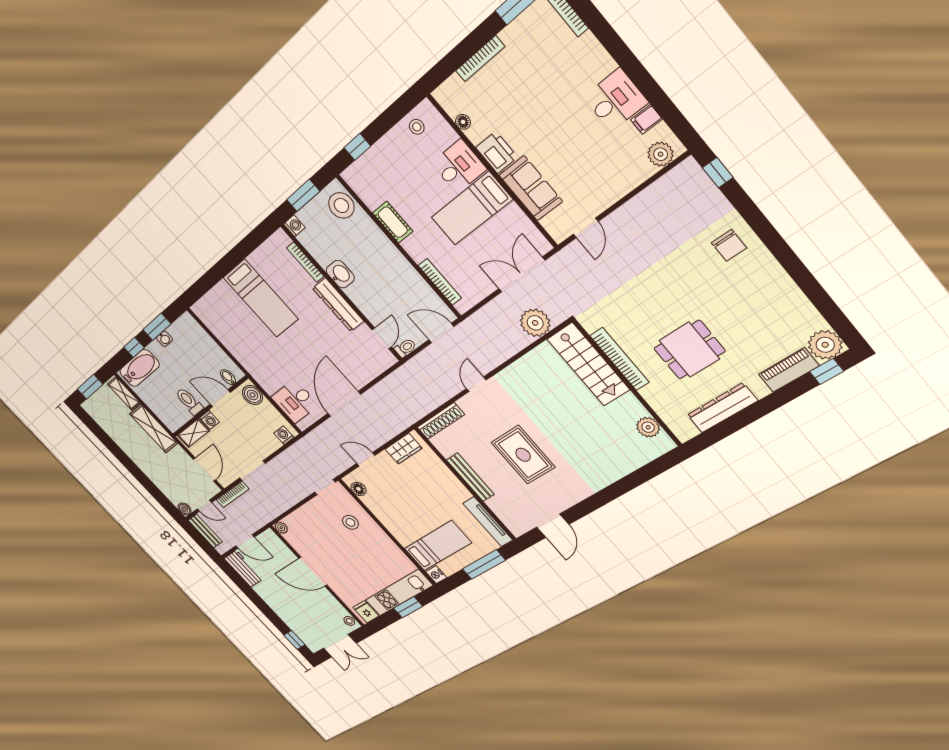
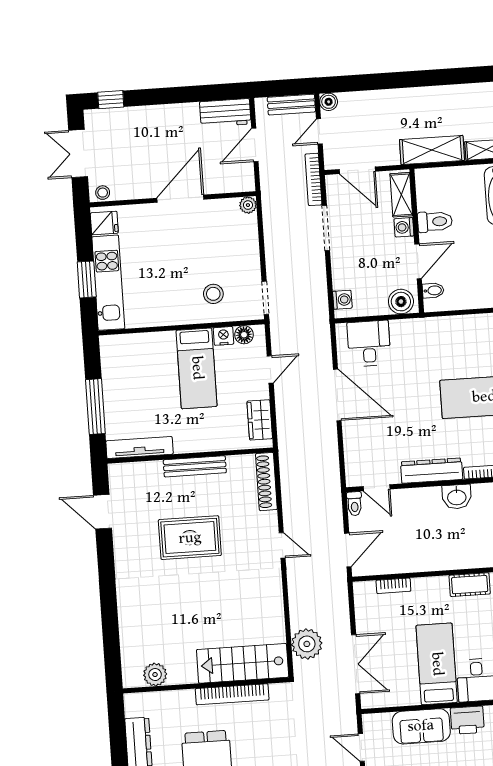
bookcase: (440, 282) -> (393, 586), width x0.64
bed: (438, 546) -> (197, 368), moved
nightstand: (436, 575) -> (223, 336), moved

